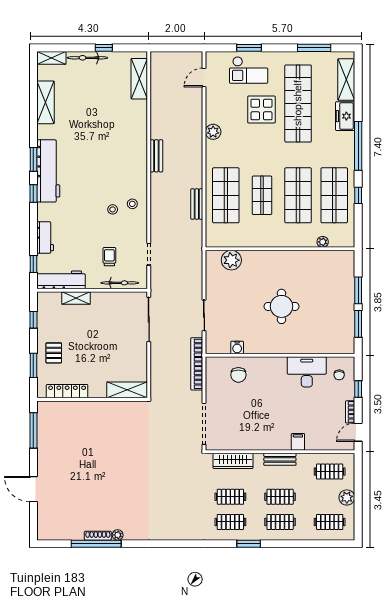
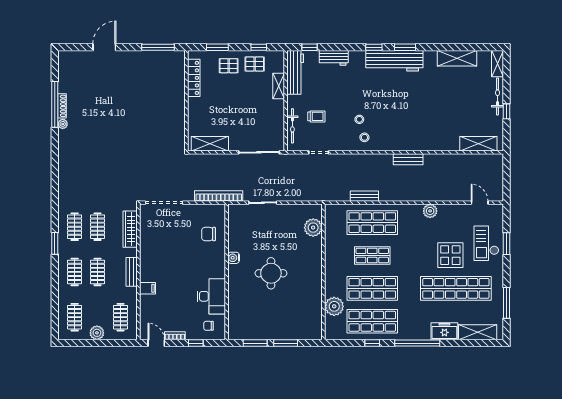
plant: (323, 242) -> (334, 306), width x1.88, depth x1.88
pallet: (52, 324) -> (255, 64), added
water cooler: (237, 347) -> (234, 258), moved
shelving: (127, 390) -> (210, 144), moved, turned 90

